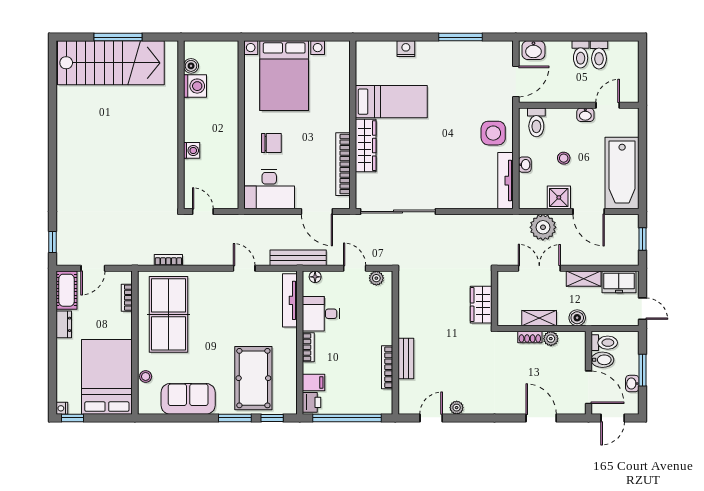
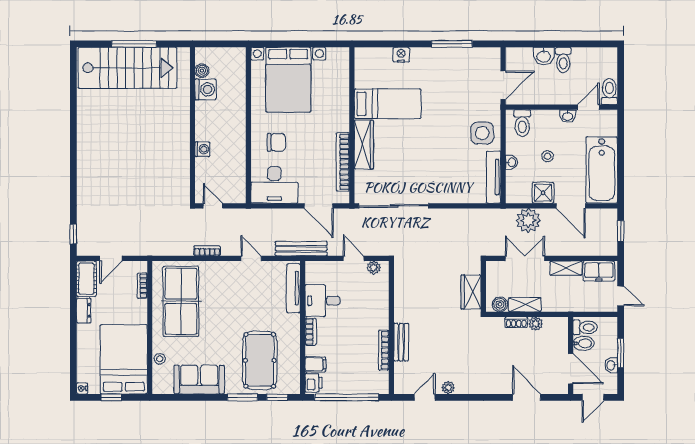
washbasin: (533, 50) -> (544, 56), moved
toilet: (599, 55) -> (609, 92), moved, turned 180
bookcase: (168, 260) -> (207, 251), moved
floor lamp: (315, 277) -> (317, 266), removed
boiler: (577, 318) -> (500, 304), moved
window: (73, 418) -> (111, 397), moved

